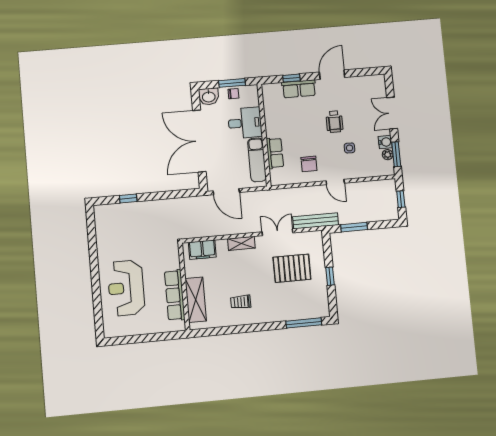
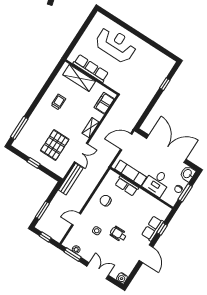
water cooler: (385, 142) -> (122, 278), moved
door: (335, 182) -> (76, 219), moved
window: (354, 227) -> (42, 210), moved

